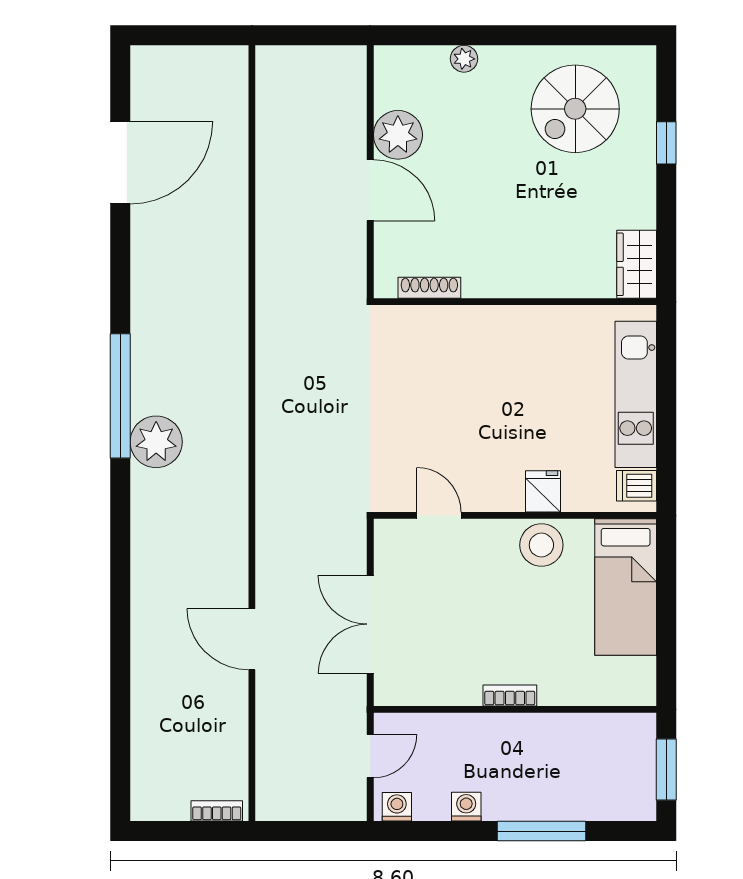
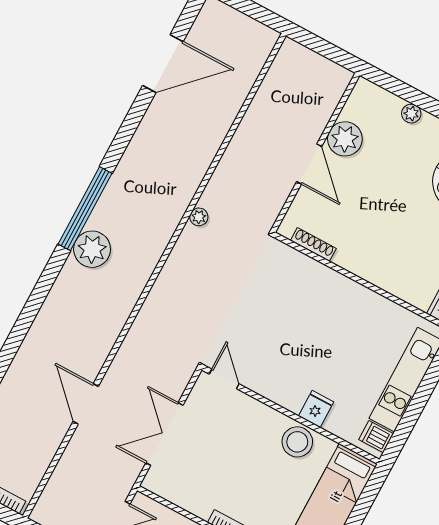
plant: (268, 330) -> (199, 217), added
door: (439, 515) -> (224, 379), moved

